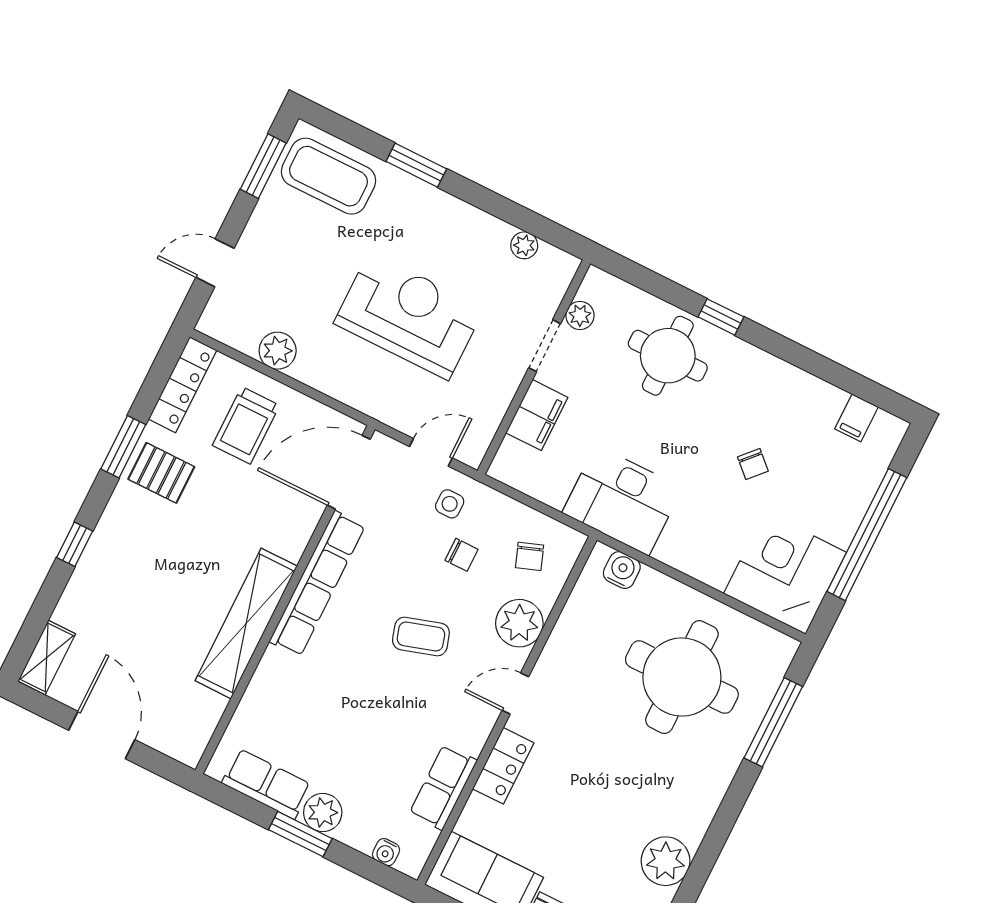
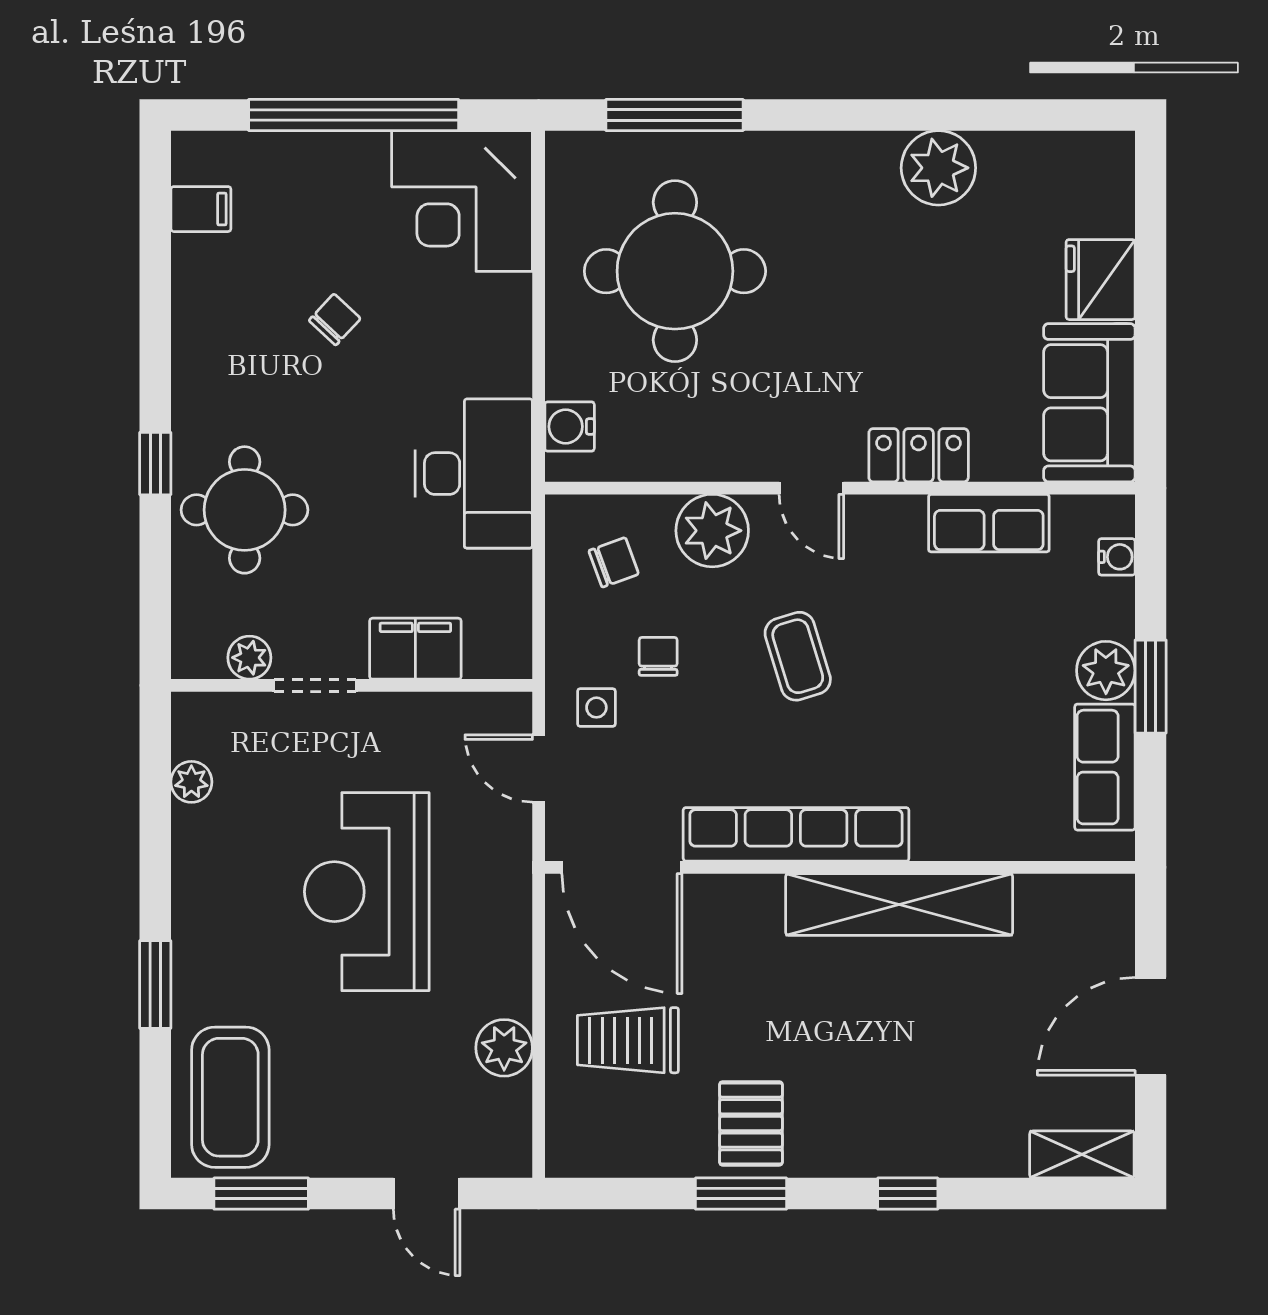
locker: (183, 385) -> (616, 1155), removed
trolley: (246, 425) -> (628, 1040), turned 180

